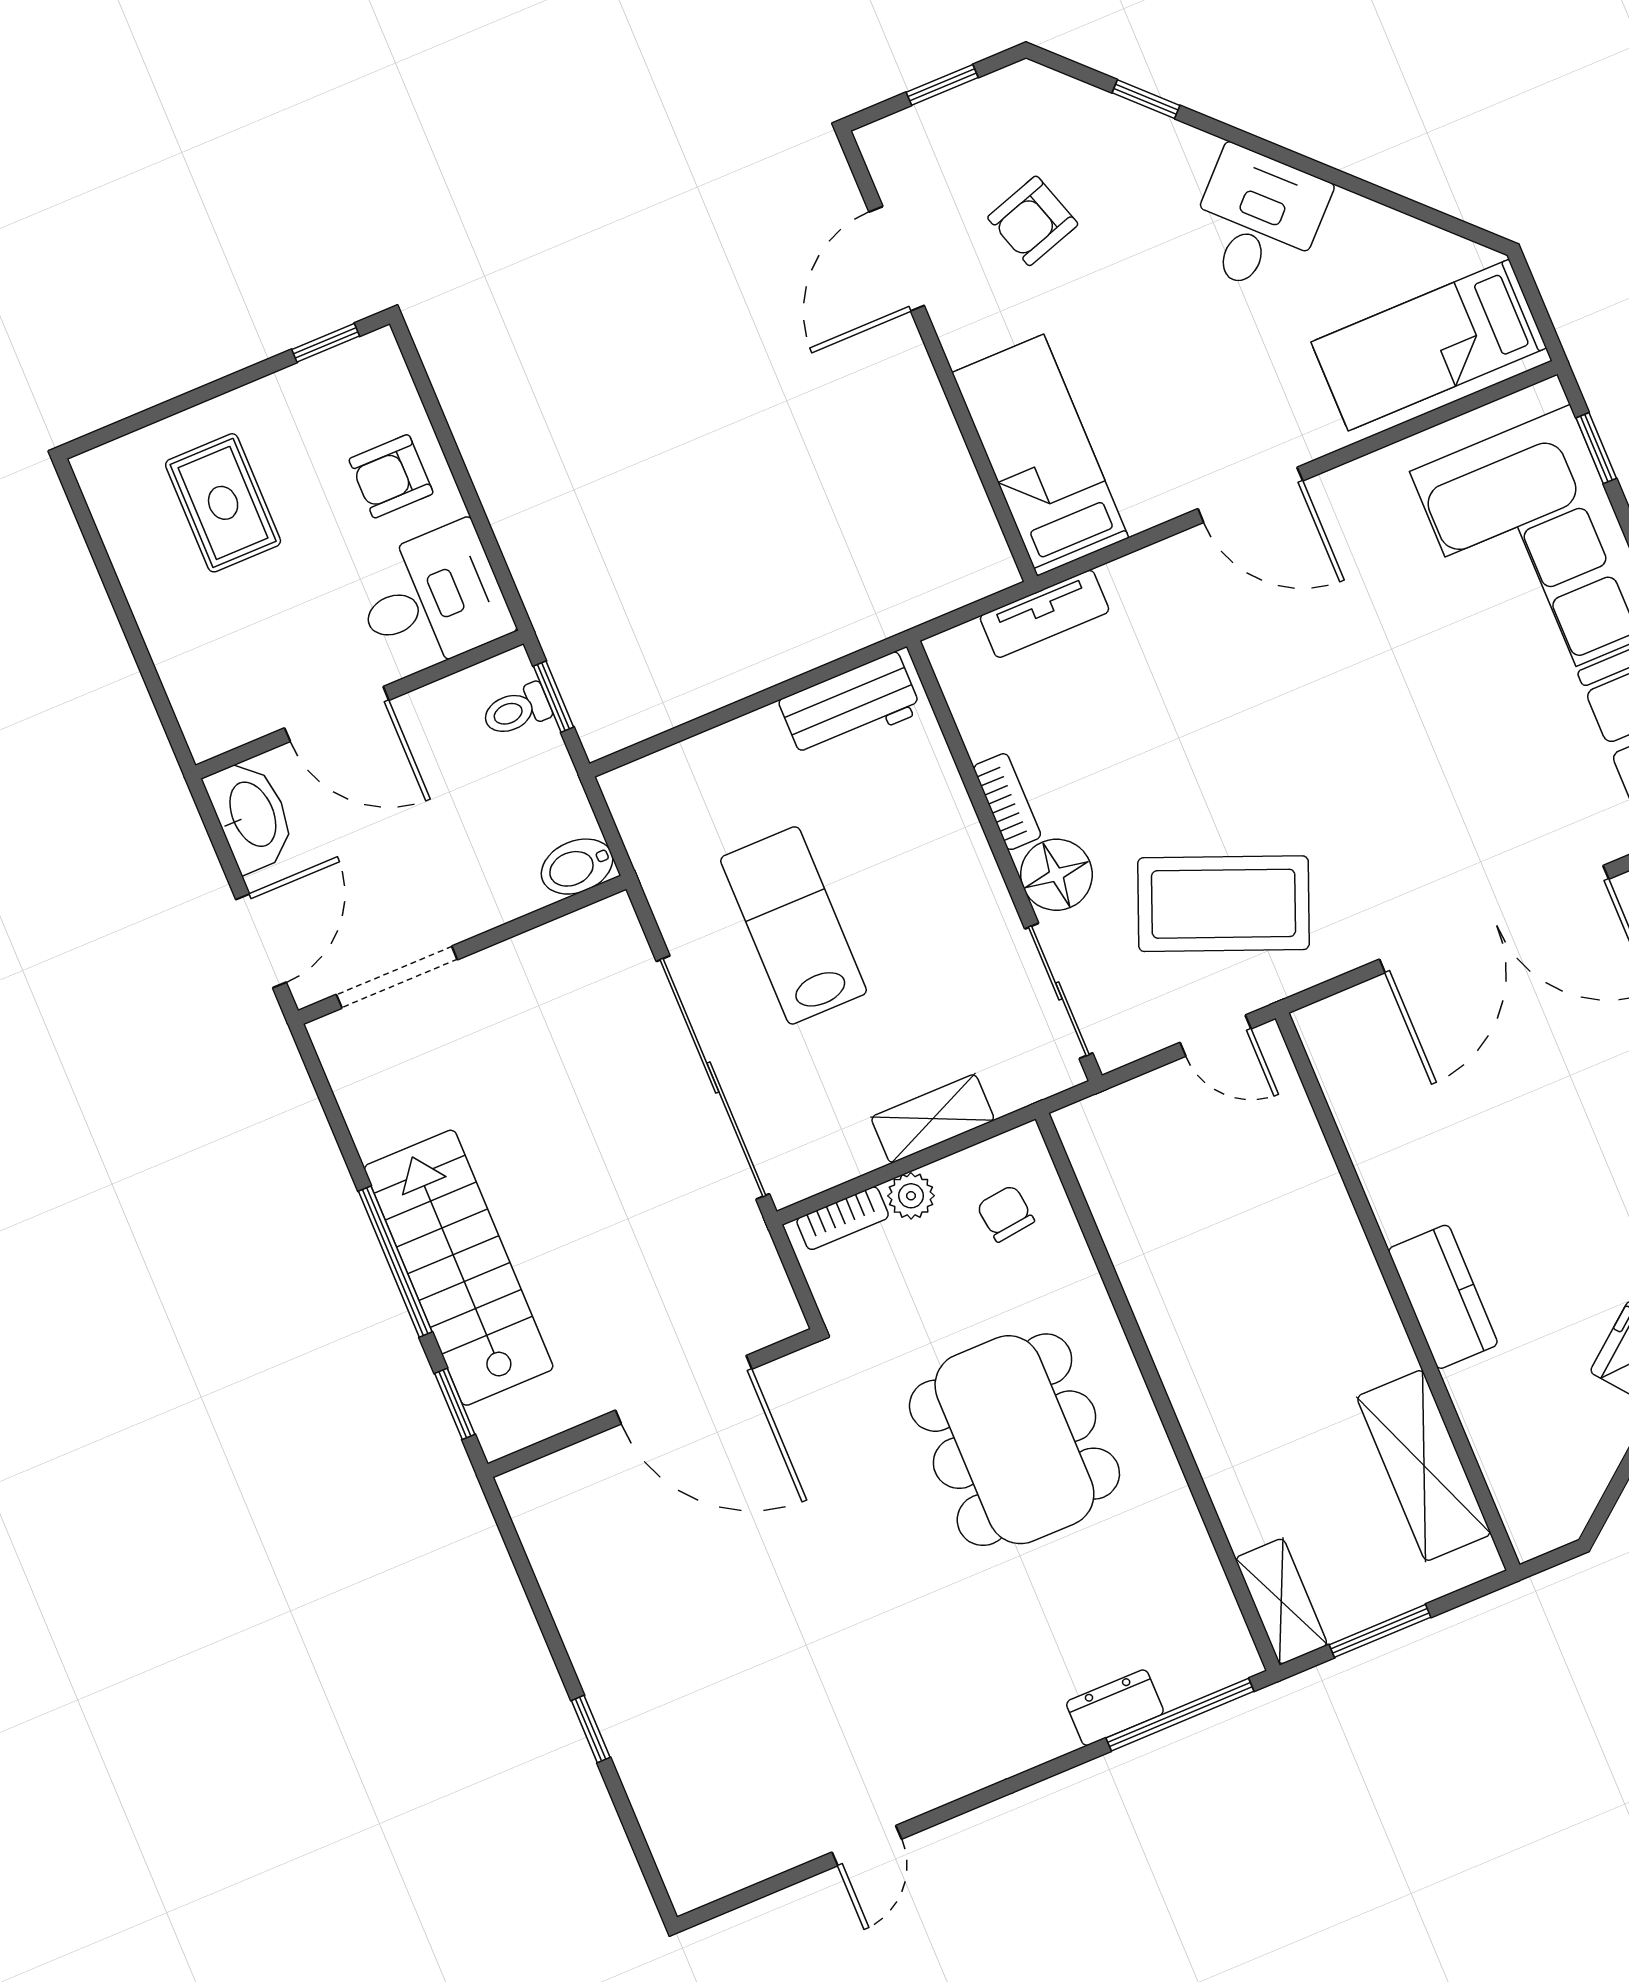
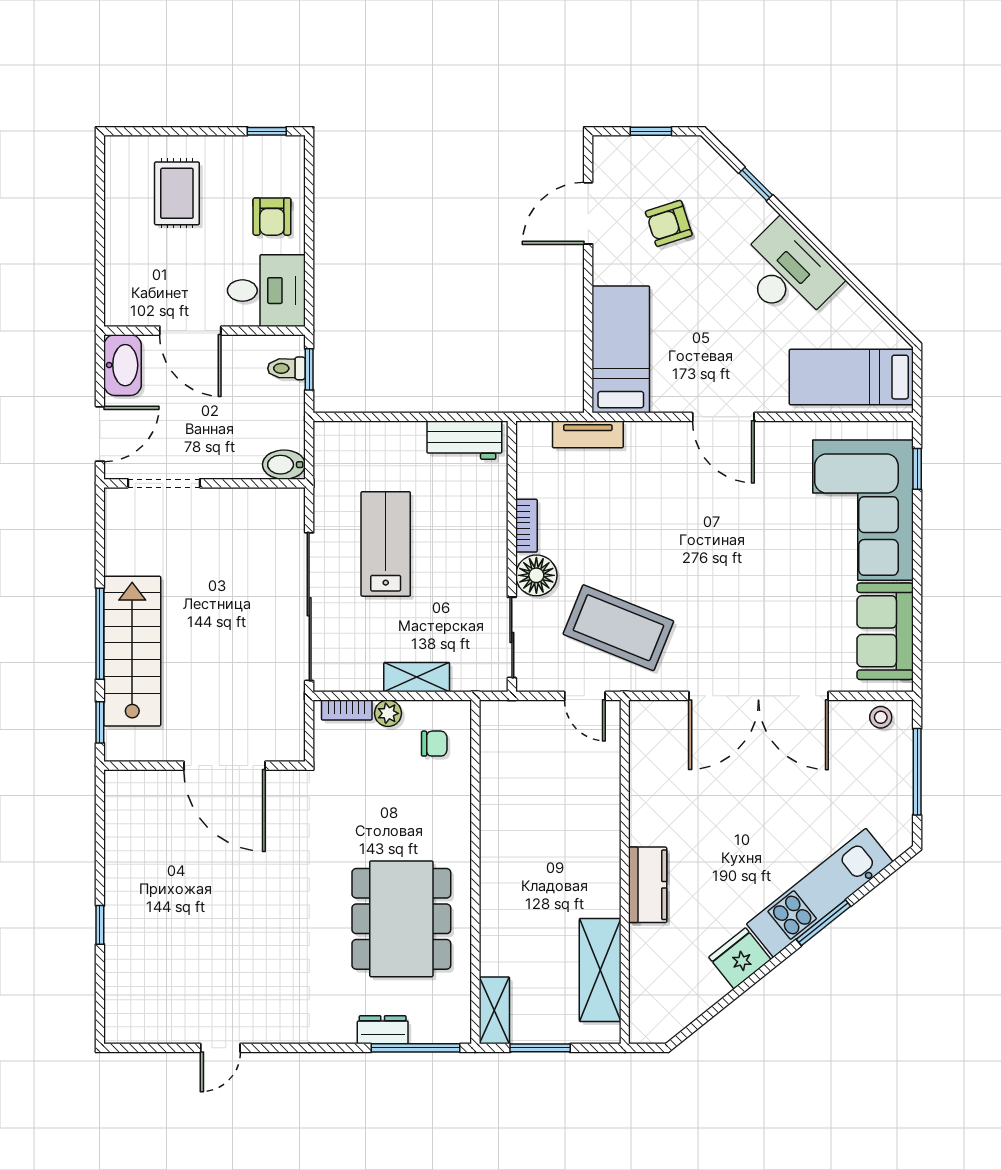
desk: (1257, 221) -> (788, 273), width x1.37
armchair: (391, 476) -> (272, 217), turned -90
chair: (1005, 1213) -> (434, 744), turned 97
dining table: (1014, 1440) -> (401, 919), moved

